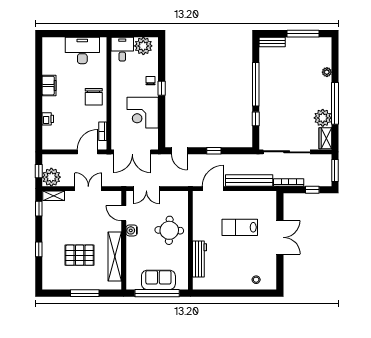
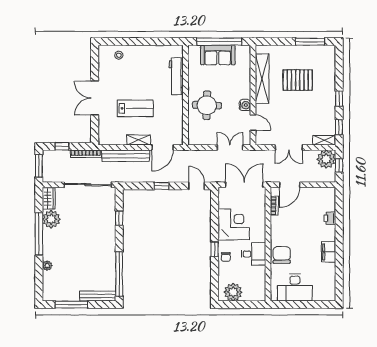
bench: (272, 42) -> (98, 296), width x1.36
desk: (122, 49) -> (254, 254), moved, turned -90
window: (256, 84) -> (119, 274), moved
chair: (94, 97) -> (282, 255), moved
shelving: (237, 196) -> (139, 140), added
window: (39, 249) -> (339, 98), moved
window: (85, 293) -> (310, 42), moved

